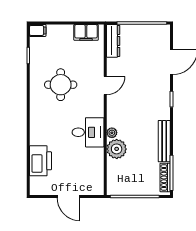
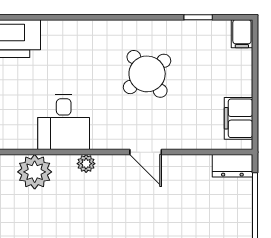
dresser: (113, 41) -> (232, 166), width x0.70
round table: (61, 85) -> (147, 74), turned -38
plant: (112, 133) -> (86, 164), moved

